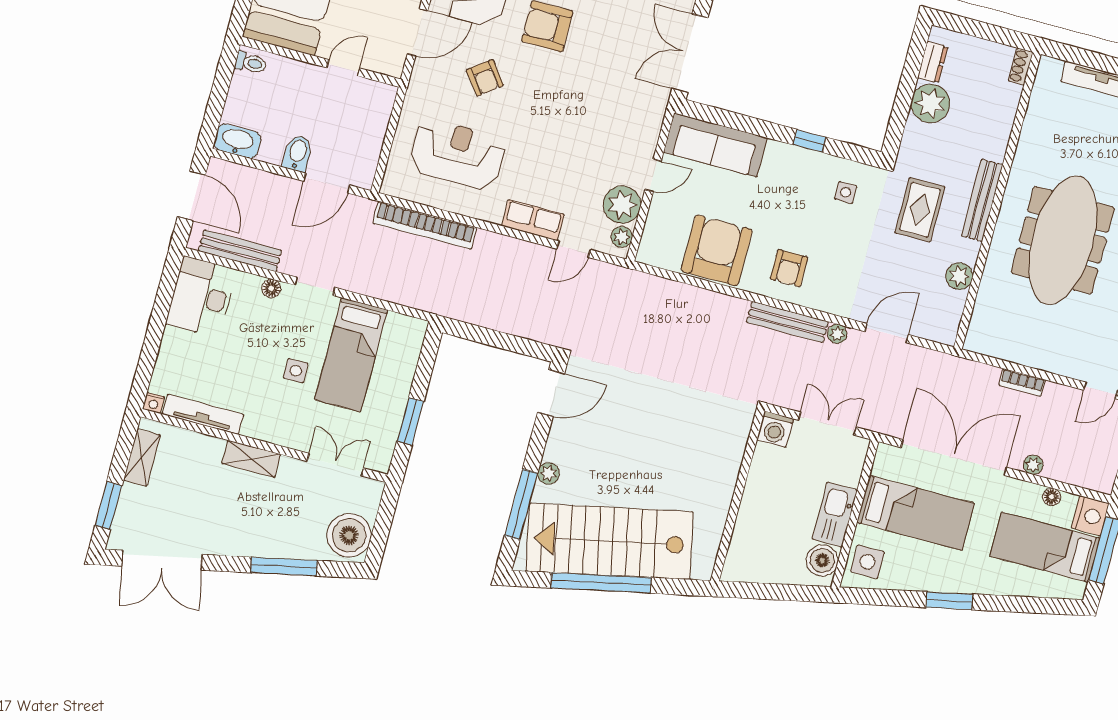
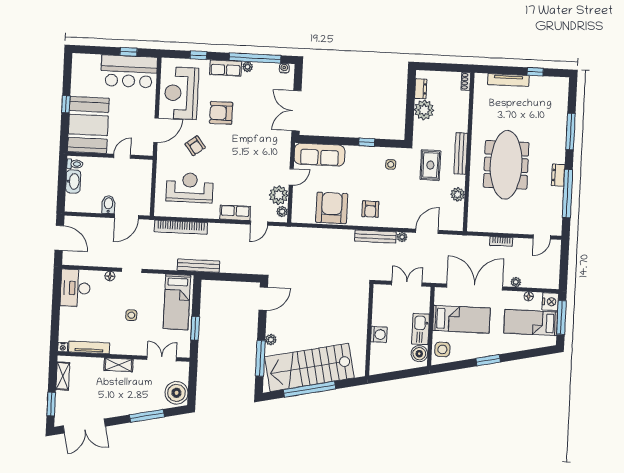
washbasin: (237, 141) -> (73, 181), moved, turned 90
bench: (240, 251) -> (198, 266), moved
bed: (351, 355) -> (177, 302), moved
washing machine: (775, 429) -> (379, 334), moved, turned -90

